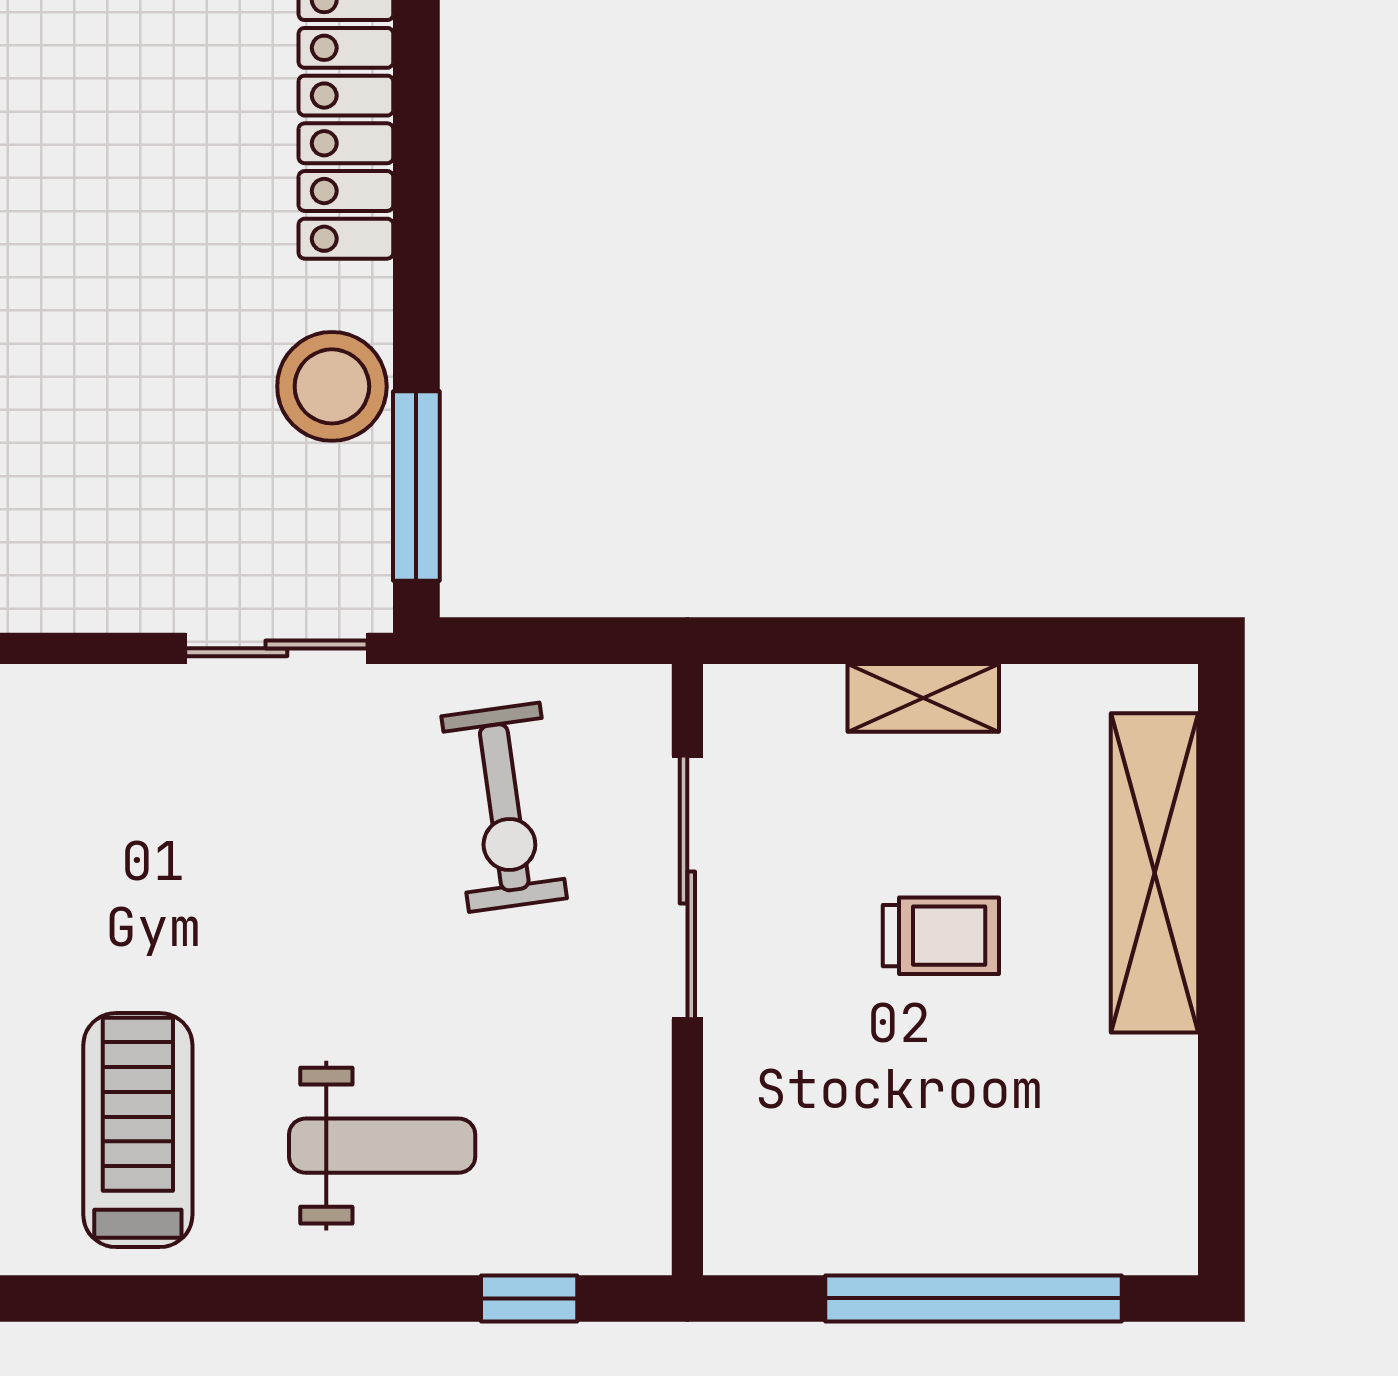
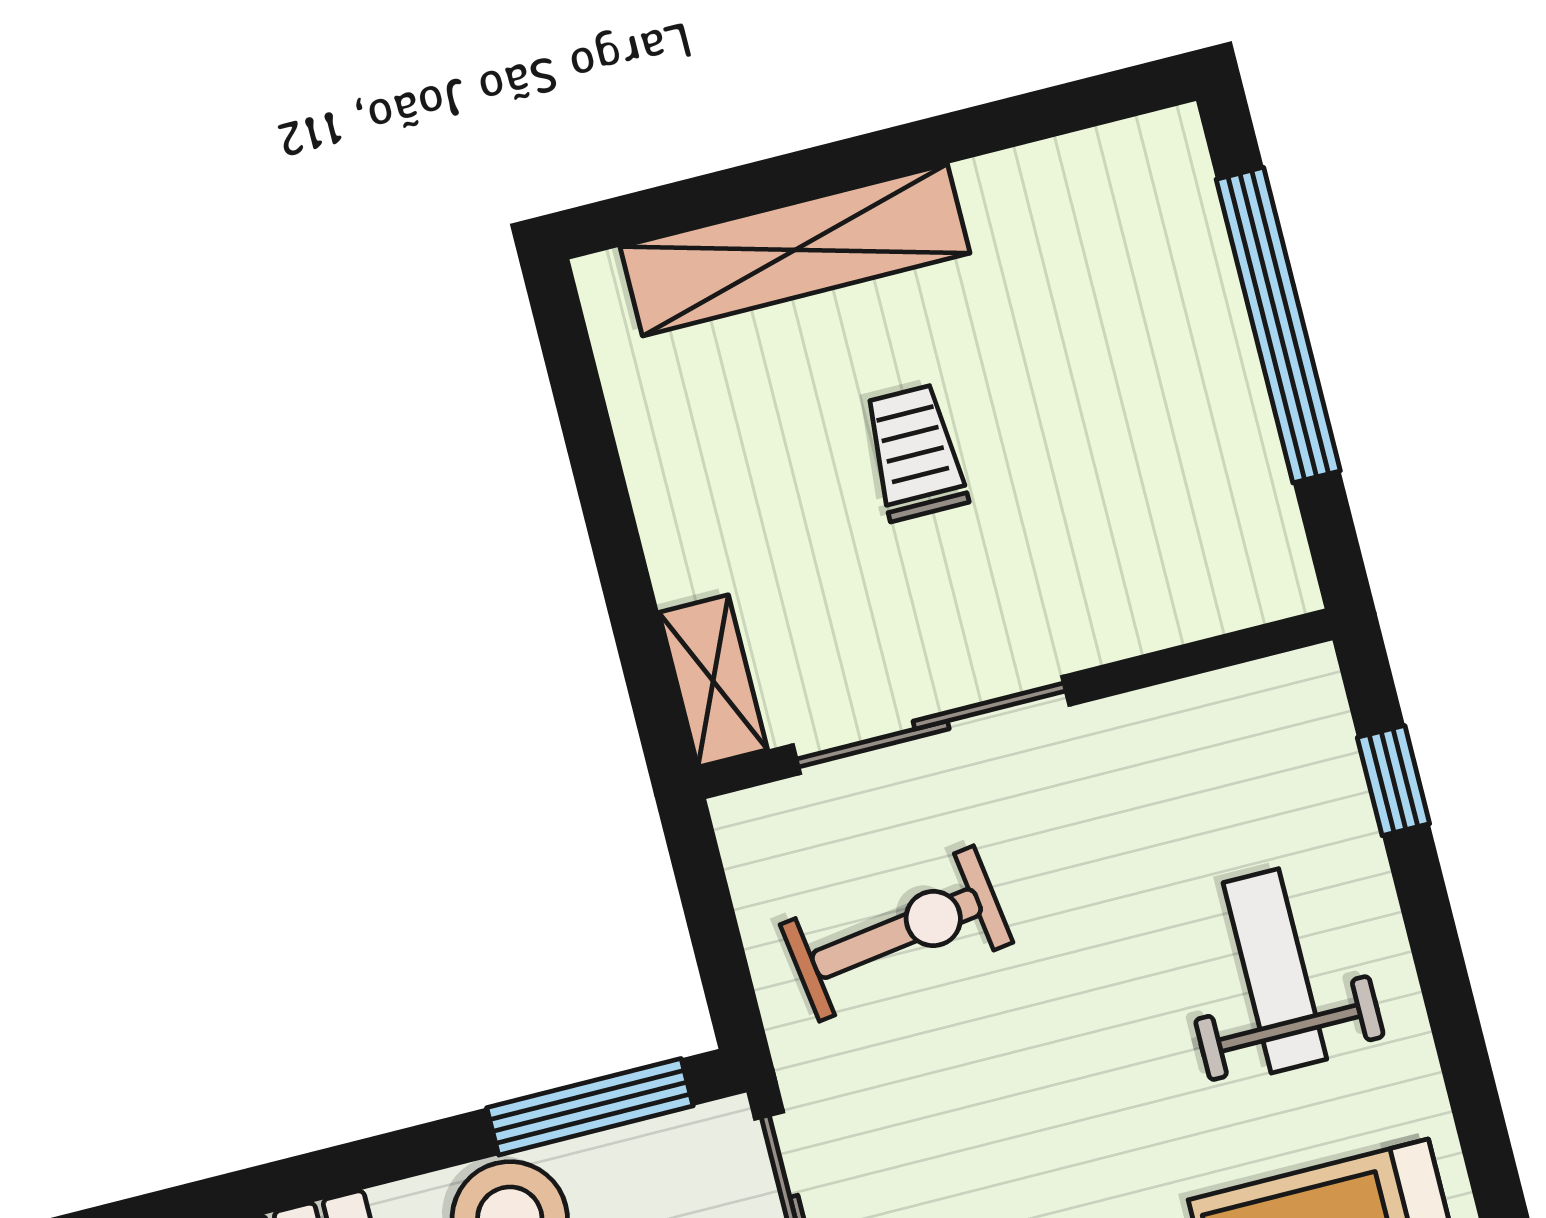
shelving: (923, 698) -> (713, 681), moved

